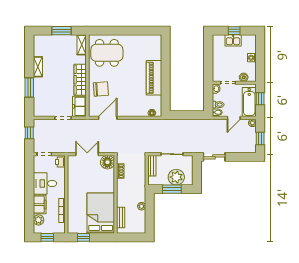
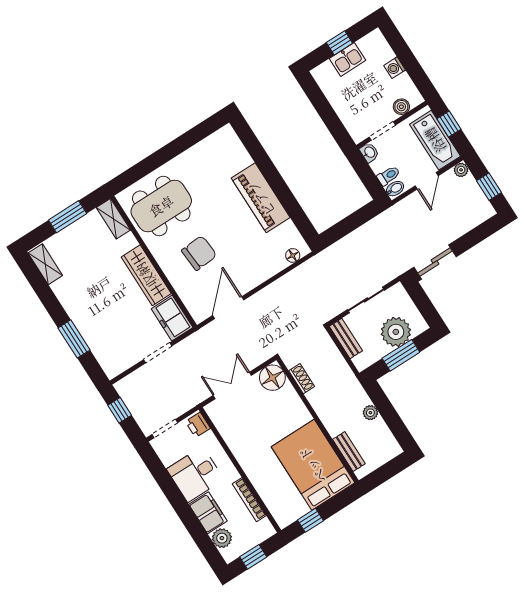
shelving: (38, 67) -> (45, 264), moved
chair: (101, 89) -> (199, 253), moved

